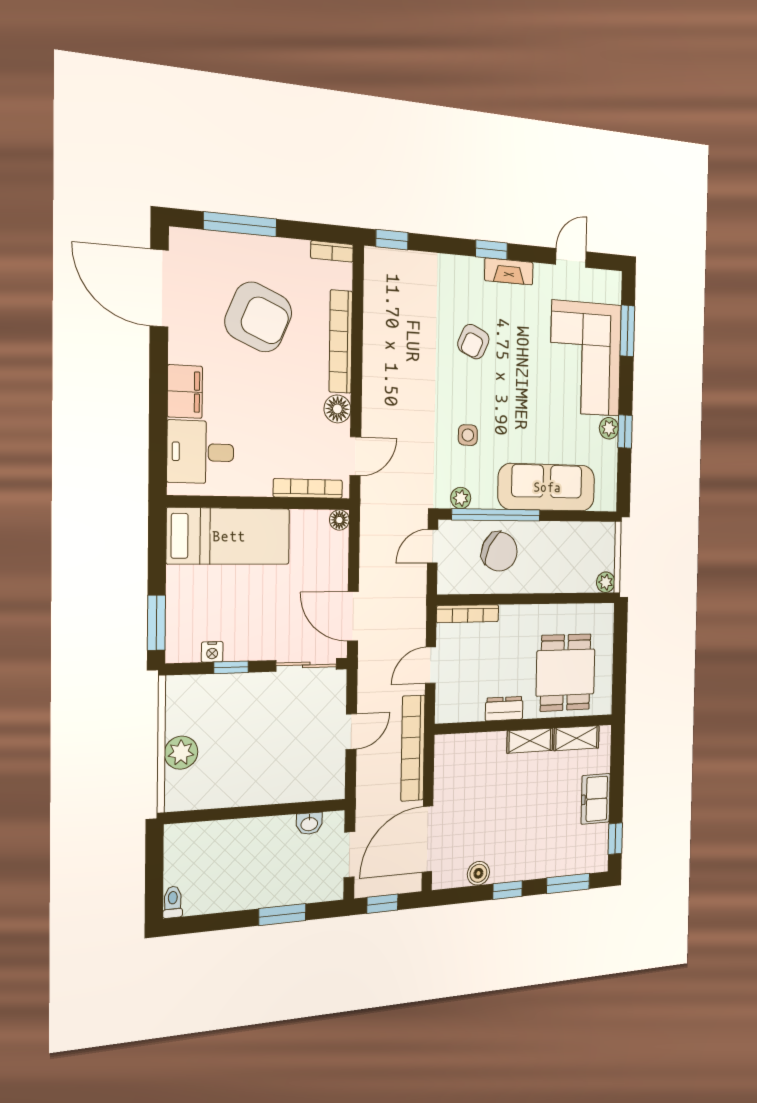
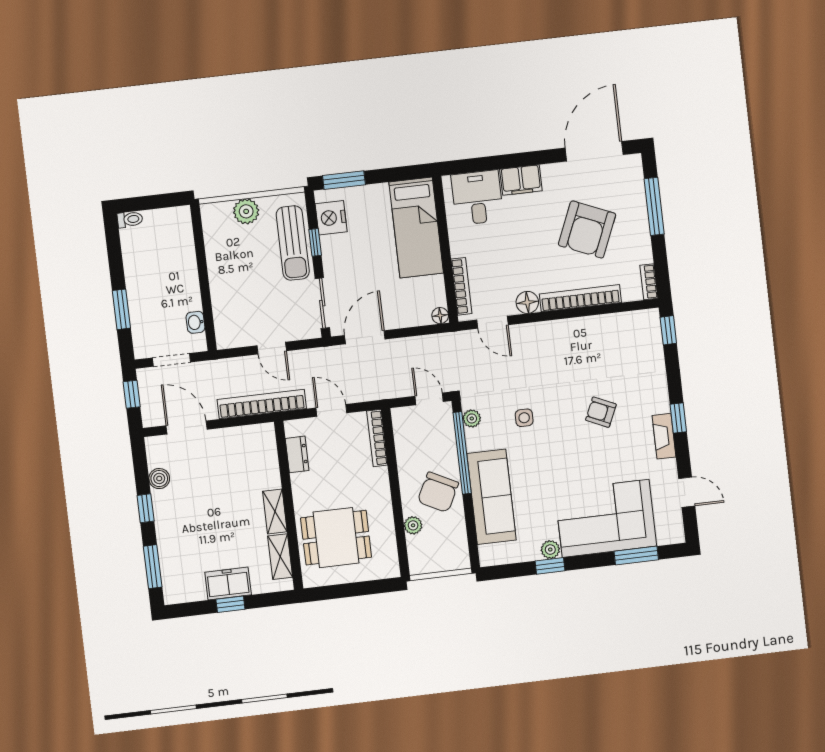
chair: (499, 552) -> (438, 492), moved
plant: (606, 582) -> (413, 525), moved
nightstand: (212, 652) -> (331, 218), width x1.89, depth x1.79
sun lounger: (228, 696) -> (293, 243), added
dresser: (504, 709) -> (297, 454), moved
door: (428, 839) -> (187, 427), width x0.73
window: (615, 839) -> (230, 604), moved

